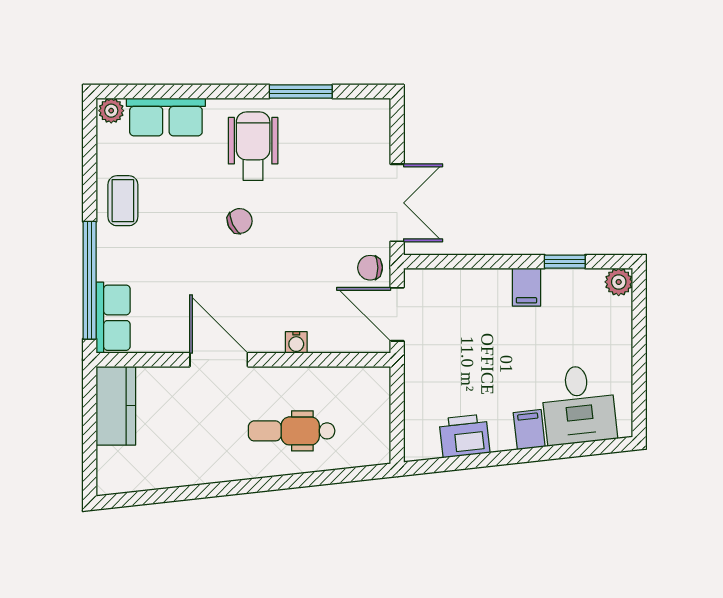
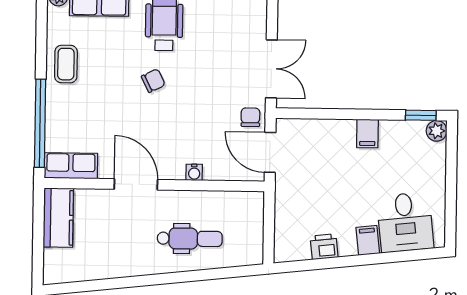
window: (565, 262) -> (421, 115), moved
chair: (370, 268) -> (250, 117), turned 90
row of seats: (113, 318) -> (71, 166), moved, turned -90
dental chair: (292, 431) -> (190, 239), turned 180
printer: (464, 436) -> (324, 247), width x0.73, depth x0.81

